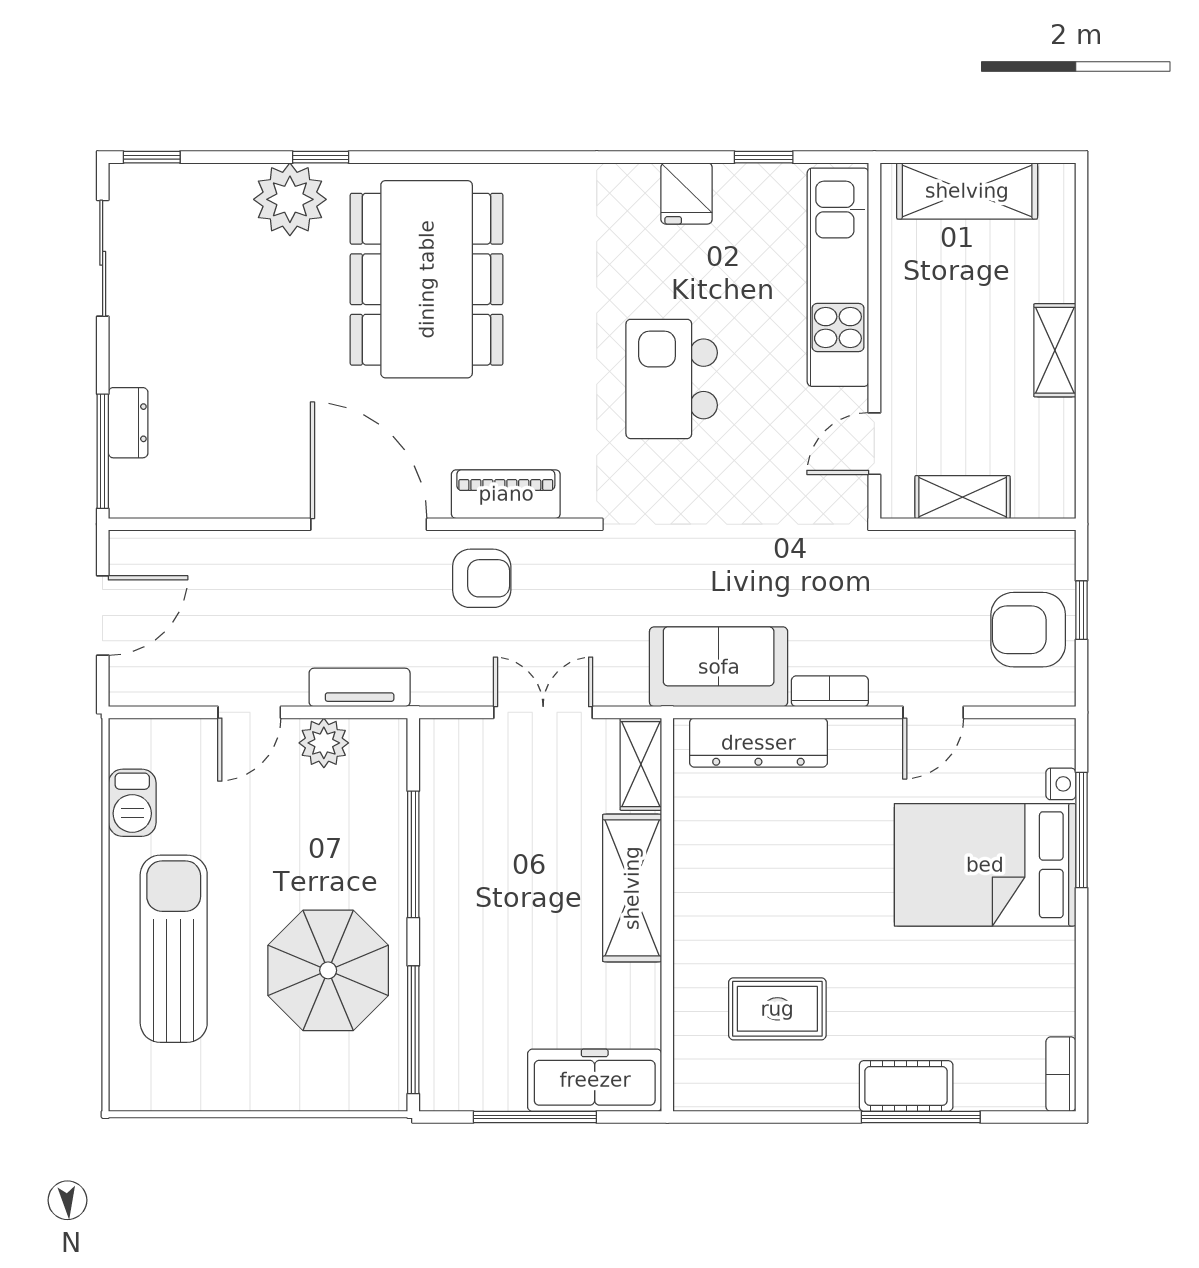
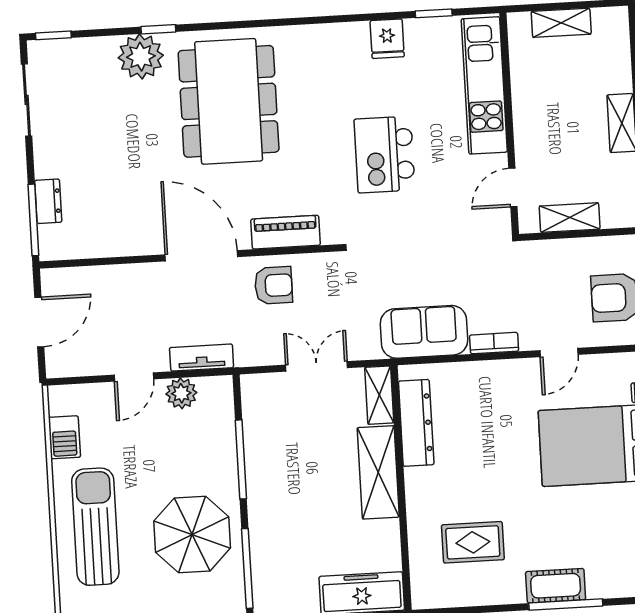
shelving: (967, 191) -> (561, 23), width x0.67, depth x0.75
dresser: (758, 743) -> (416, 423), moved, turned -90

